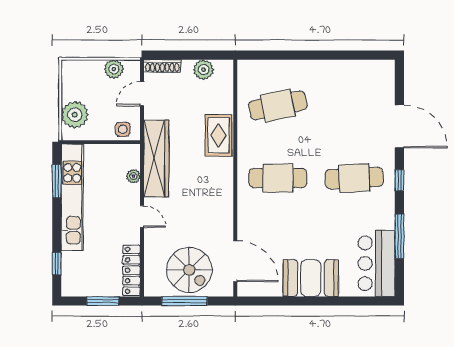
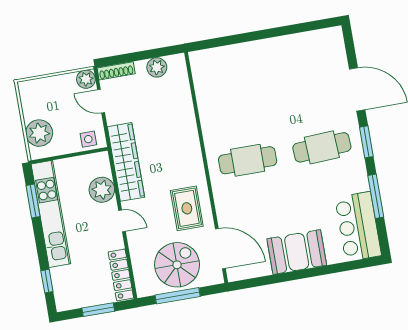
plant: (114, 69) -> (86, 79), moved
door: (142, 94) -> (101, 101), hinge flipped
cafe table: (278, 105) -> (235, 90), removed
rug: (219, 135) -> (187, 208), moved
plant: (133, 176) -> (102, 190), width x1.88, depth x1.88
window: (399, 180) -> (366, 142), width x1.50
spiral stairs: (189, 270) -> (177, 265), turned -90

